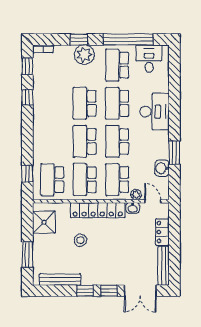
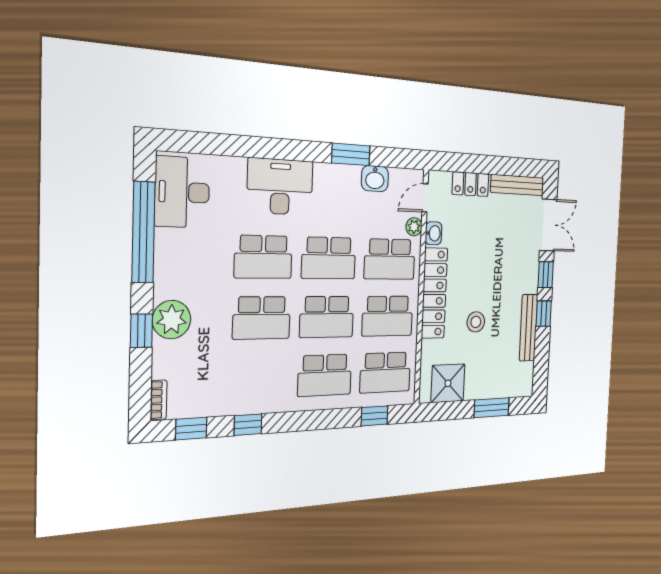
desk: (149, 59) -> (182, 192), width x1.37
school desk: (117, 65) -> (325, 375), moved
bench: (60, 280) -> (529, 328), moved

